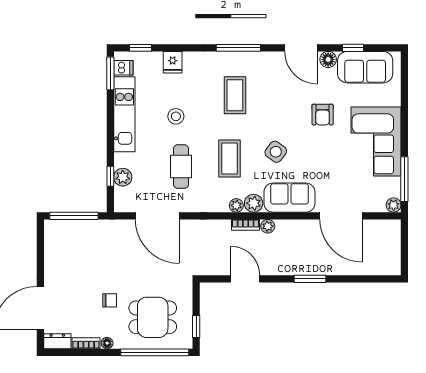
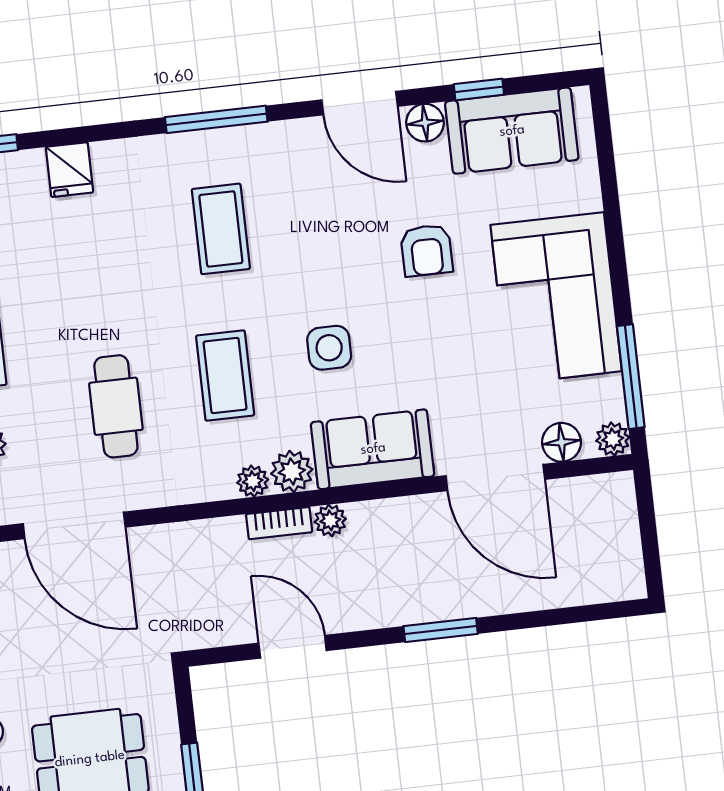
stool: (176, 116) -> (91, 293), removed
side table: (276, 152) -> (329, 348), turned -37
floor lamp: (371, 204) -> (562, 442), added

